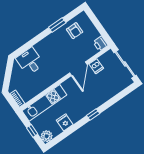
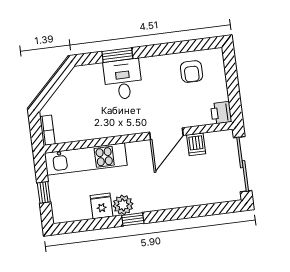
window: (57, 25) -> (117, 55), moved
desk: (30, 61) -> (123, 79), moved
window: (93, 115) -> (133, 219), moved
plant: (47, 136) -> (123, 205), moved

